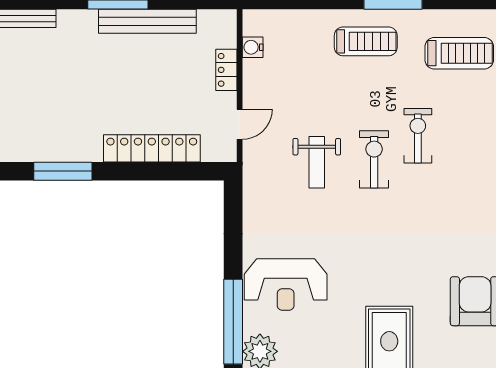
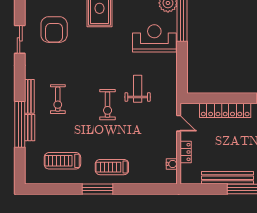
door: (240, 124) -> (179, 123), swing flipped
exercise bike: (418, 136) -> (58, 99), moved
weight bench: (317, 162) -> (138, 89), moved

